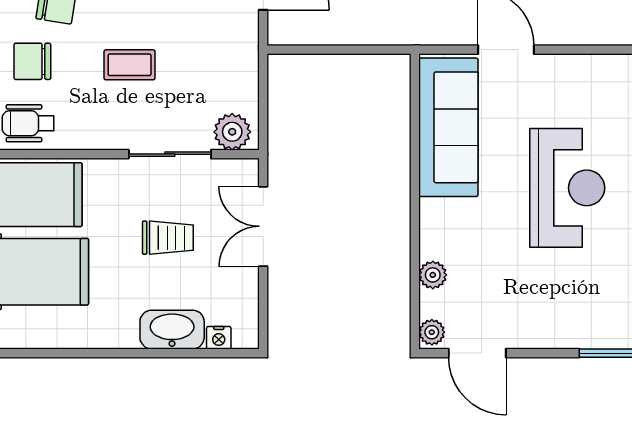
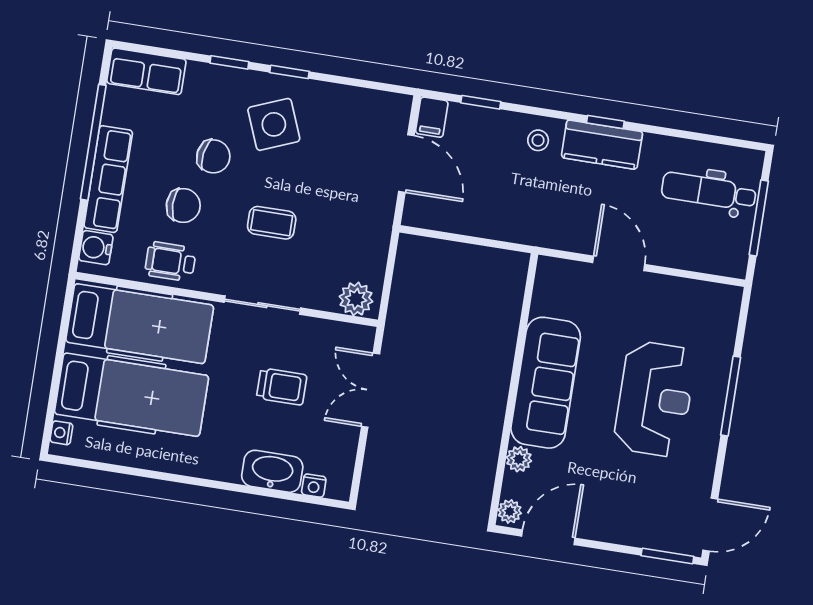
chair: (32, 61) -> (183, 205), turned 180
sofa: (448, 127) -> (546, 383), moved
sliding door: (170, 154) -> (262, 305), moved
door: (477, 353) -> (548, 537), swing flipped

